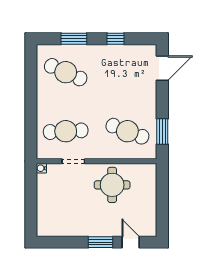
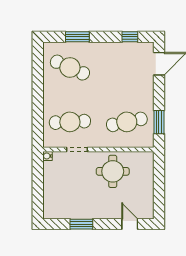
window: (115, 39) -> (130, 37), moved
cafe table: (127, 131) -> (127, 122), turned -33
window: (100, 242) -> (81, 224), moved

